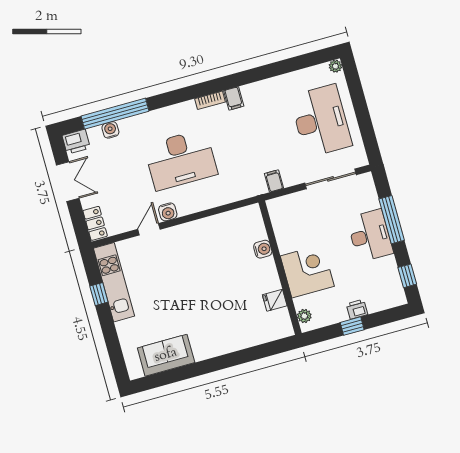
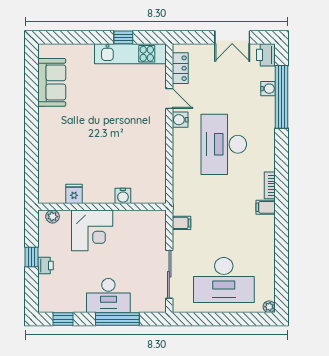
locker: (95, 223) -> (180, 68), moved, turned -90

